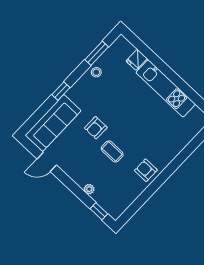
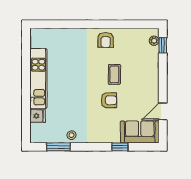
window: (61, 91) -> (120, 147), moved
sofa: (53, 123) -> (140, 132), width x0.73
door: (47, 162) -> (163, 111), swing flipped
plant: (89, 189) -> (154, 41), moved

